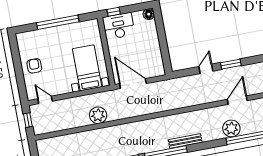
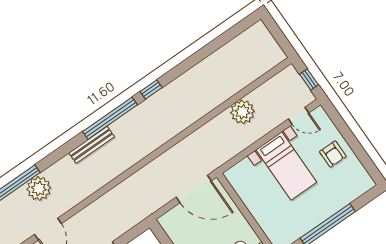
bed with nightstands: (87, 68) -> (286, 166), moved
plant: (98, 115) -> (243, 112), moved

